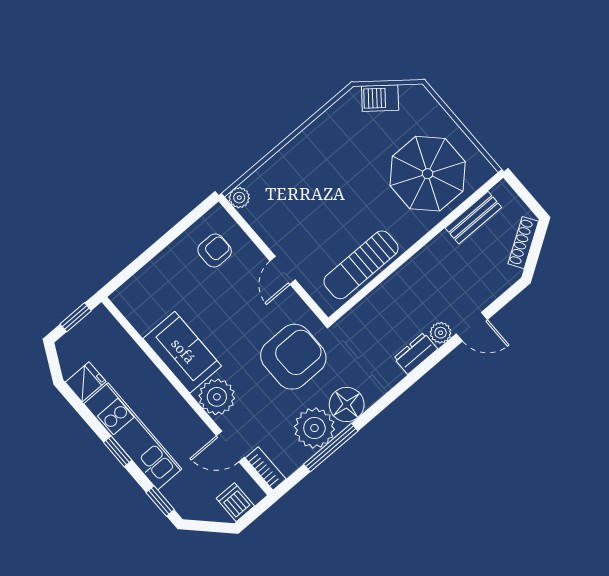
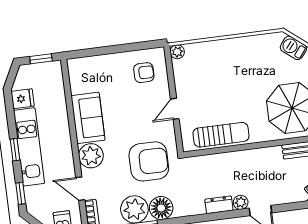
sun lounger: (361, 265) -> (221, 135), turned 180

